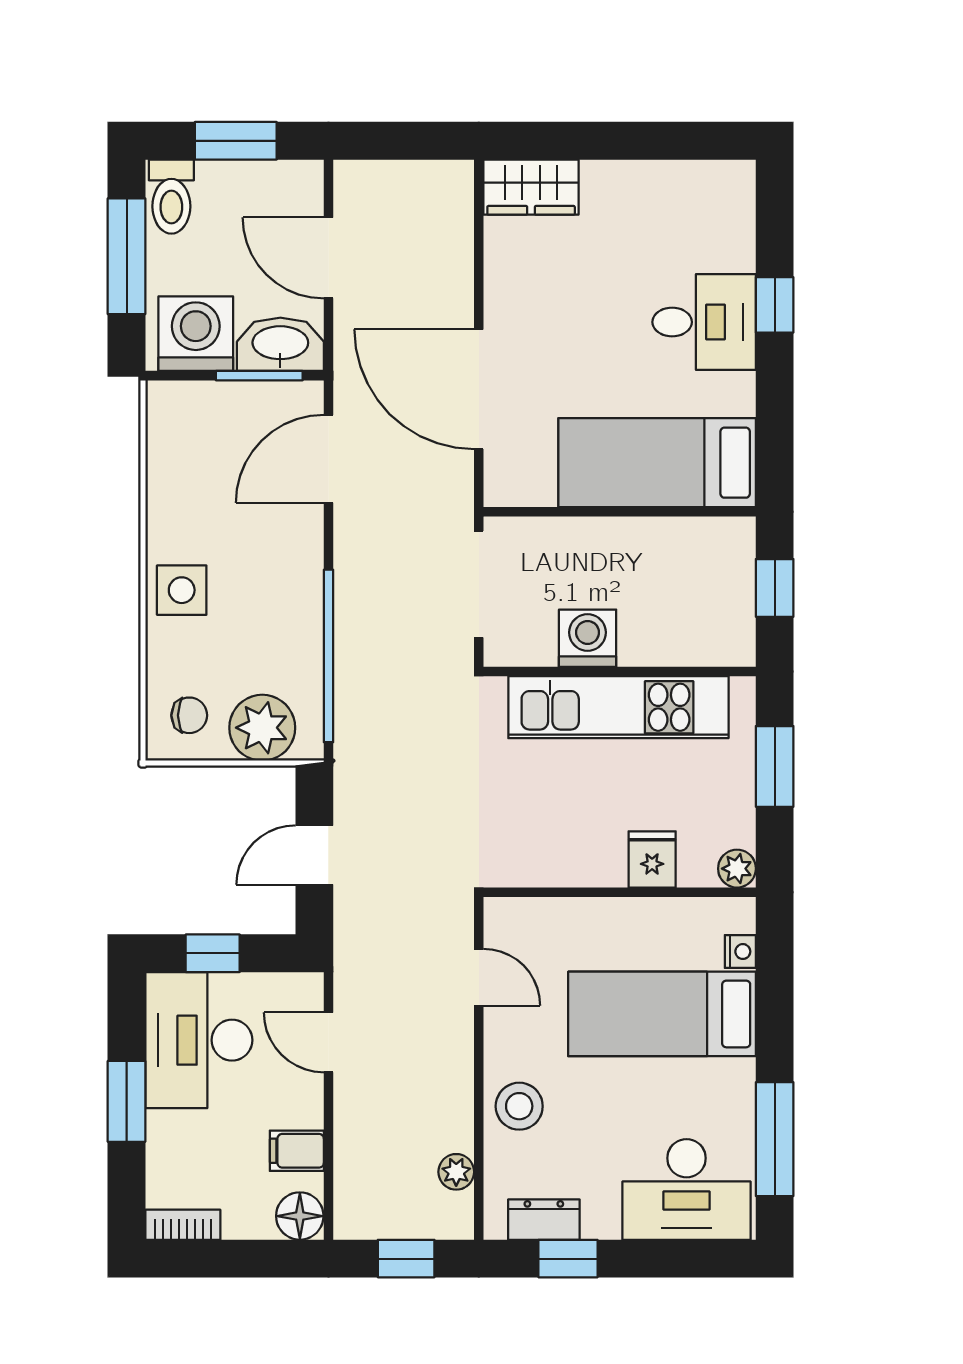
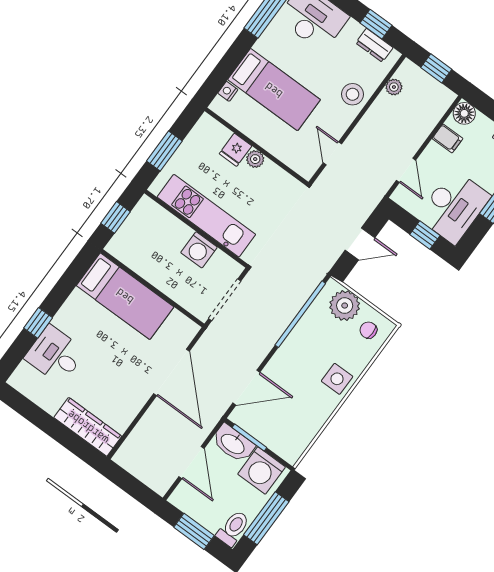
wardrobe: (531, 187) -> (88, 427), width x1.50
desk: (704, 322) -> (55, 355), moved
plant: (737, 869) -> (255, 159), moved

